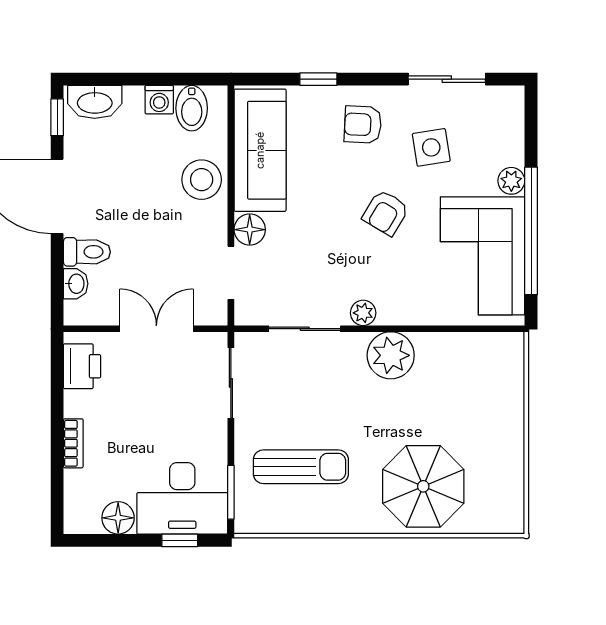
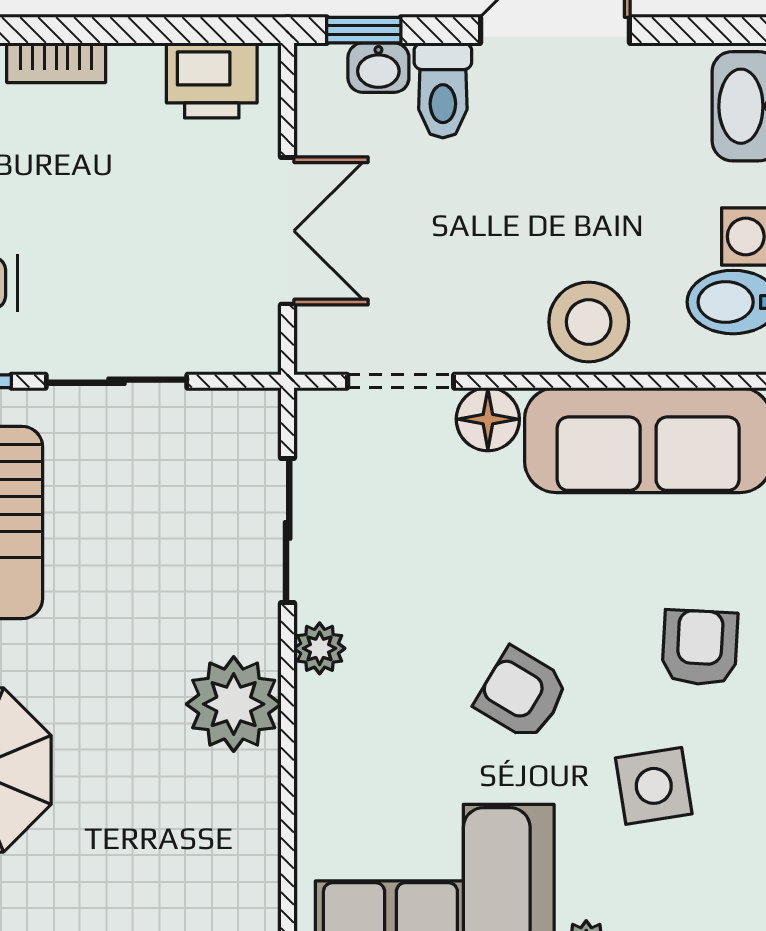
window: (57, 117) -> (364, 30), moved
sliding door: (231, 383) -> (116, 381), moved

